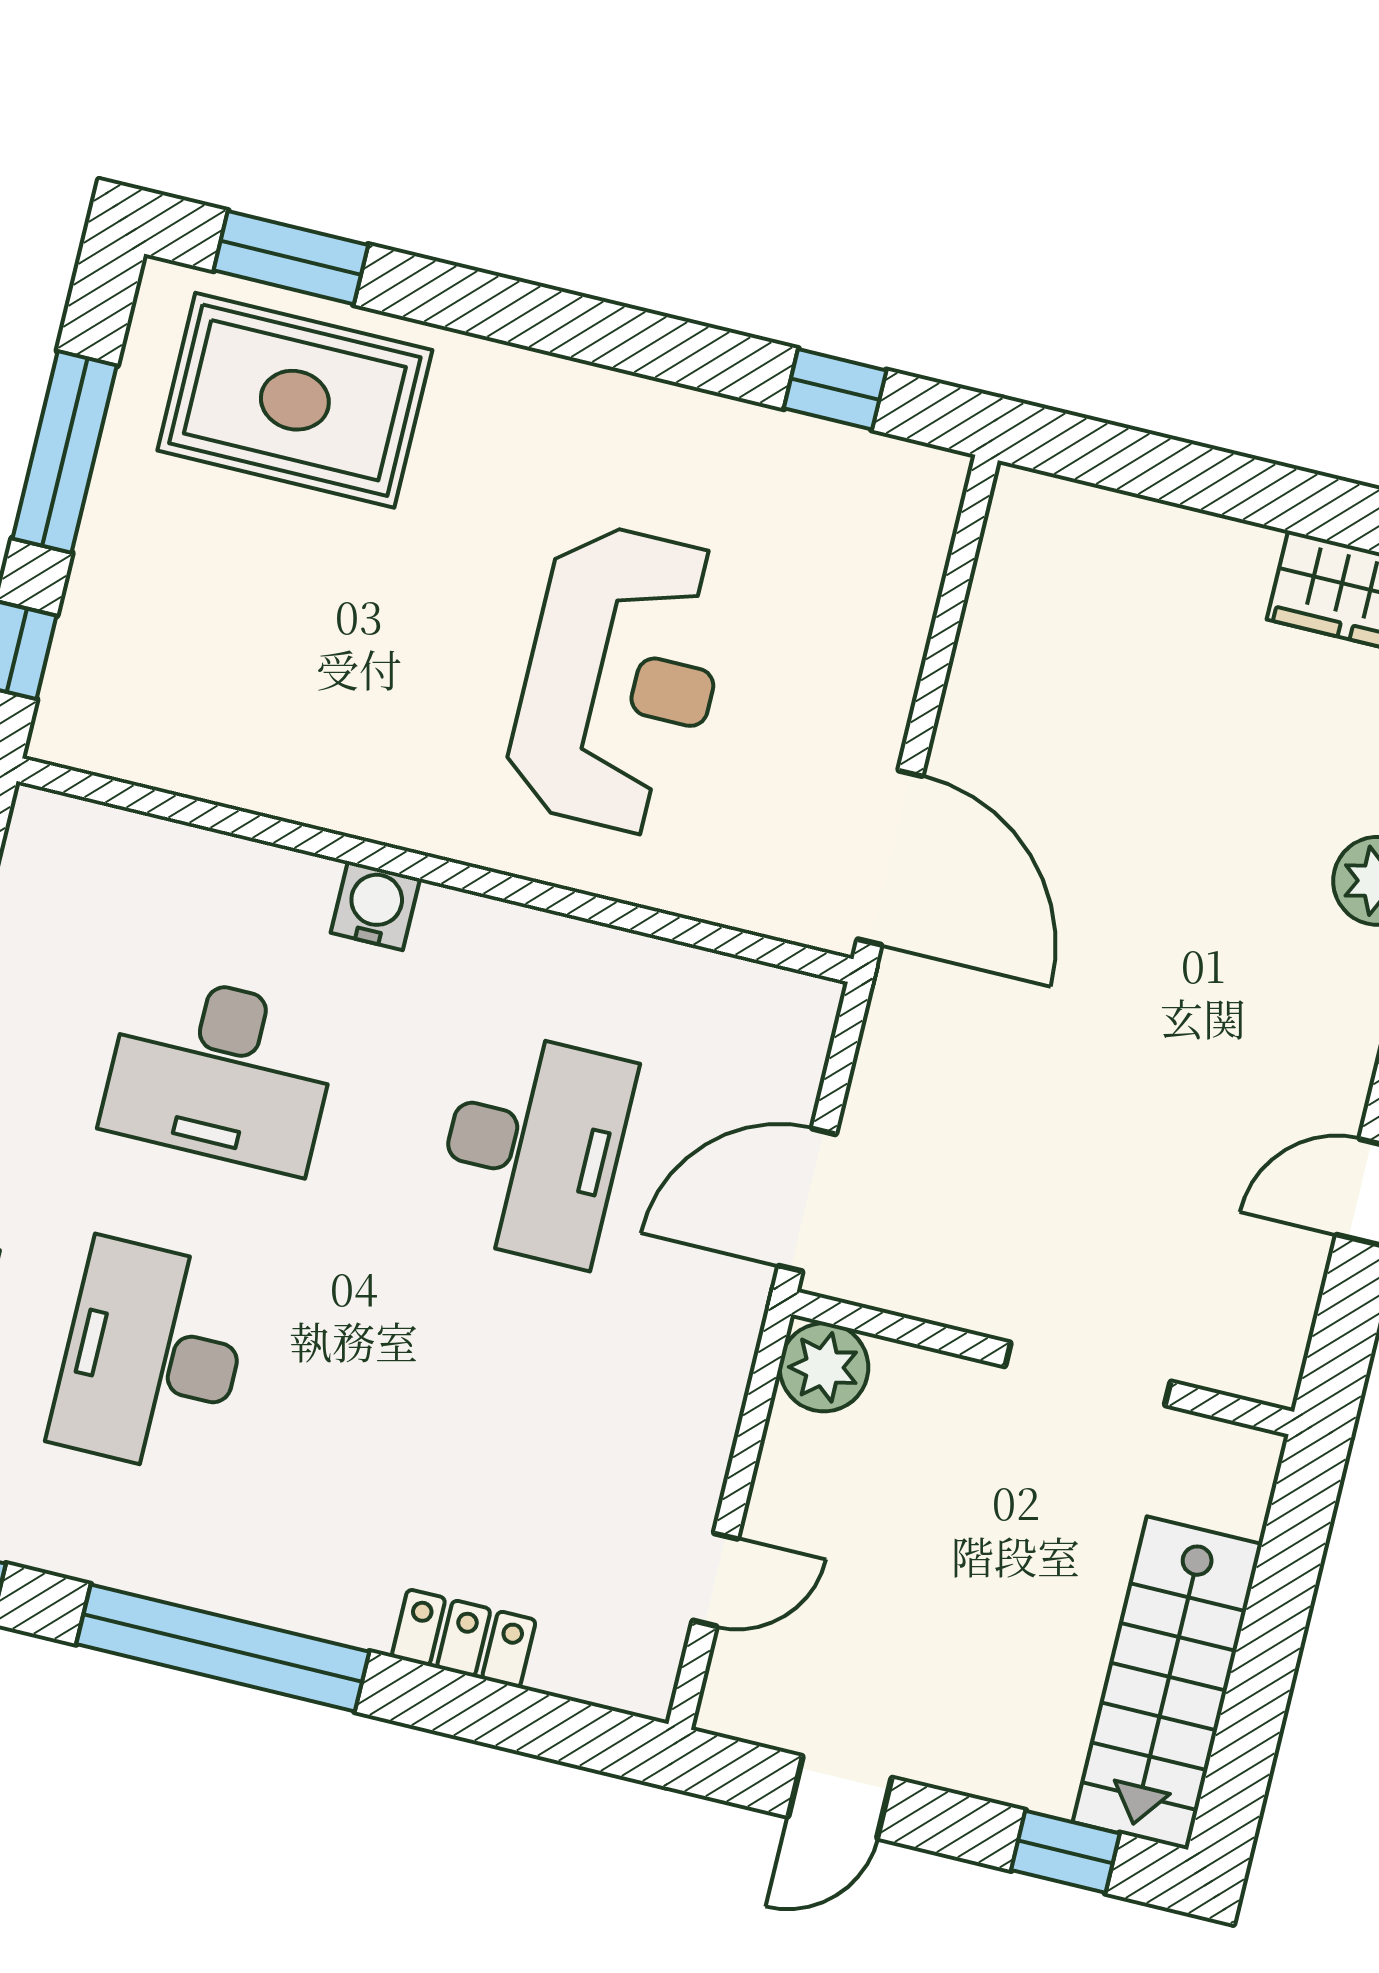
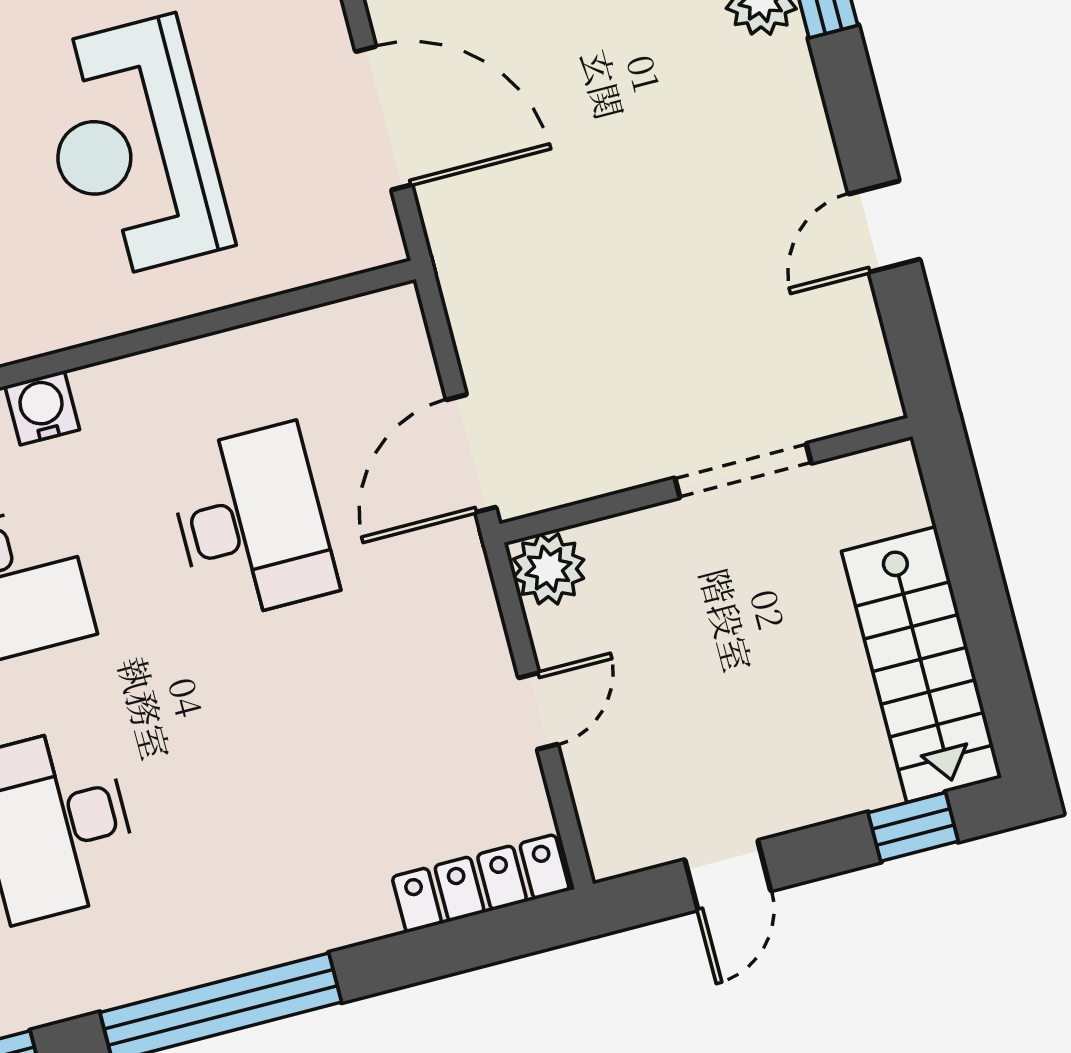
reception desk: (621, 680) -> (133, 148), turned 180
door: (890, 858) -> (384, 118), moved
door: (715, 1580) -> (538, 711), moved
locker: (464, 1638) -> (481, 883), moved, width x1.53

